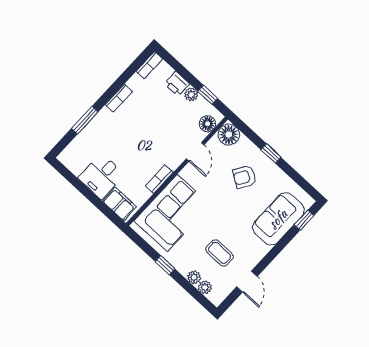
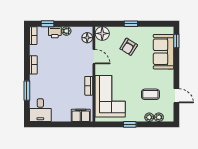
window: (208, 95) -> (47, 24), moved
desk: (101, 176) -> (40, 110), moved

